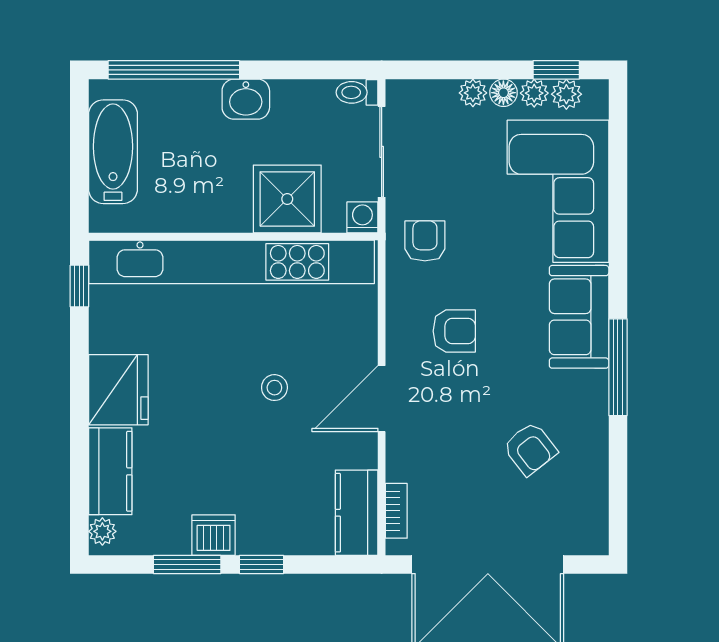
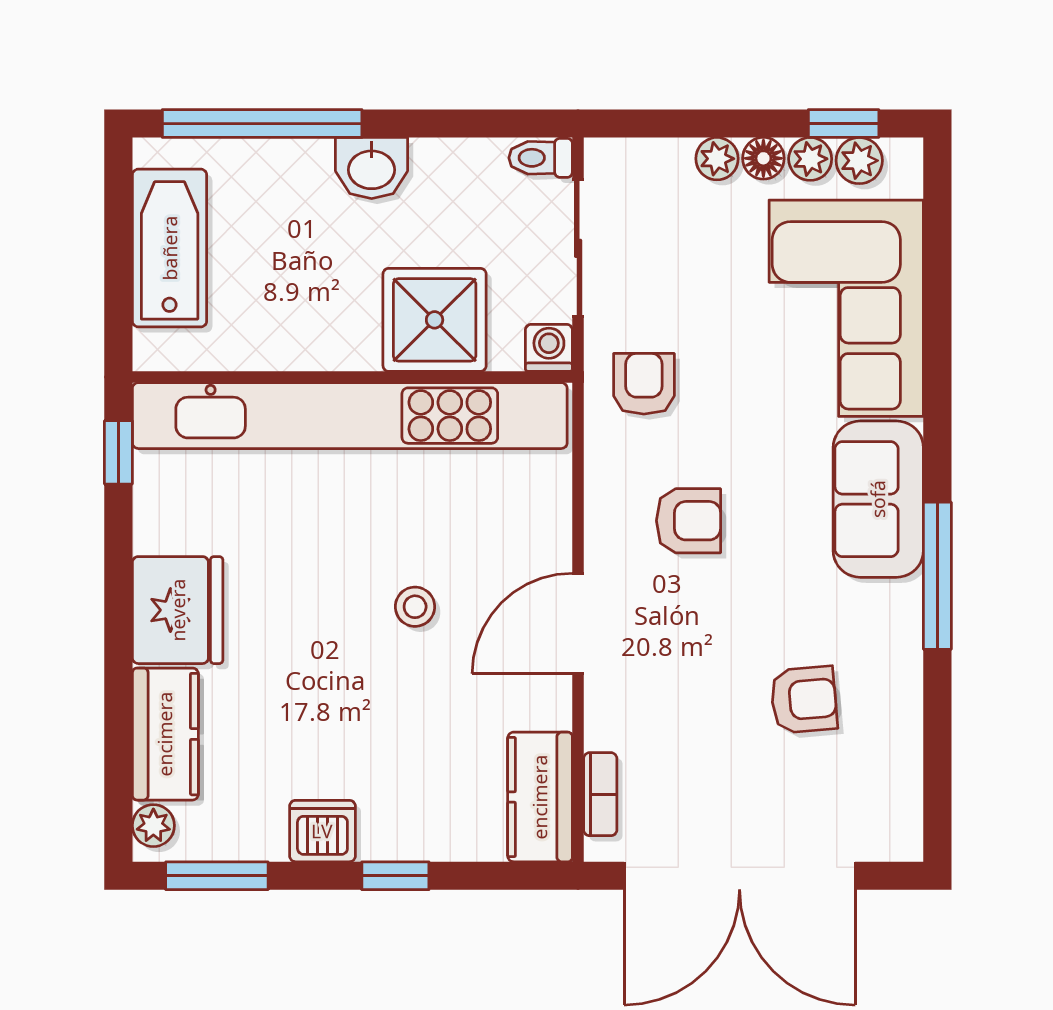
armchair: (530, 449) -> (804, 700), turned -57
window: (187, 564) -> (217, 876), moved

